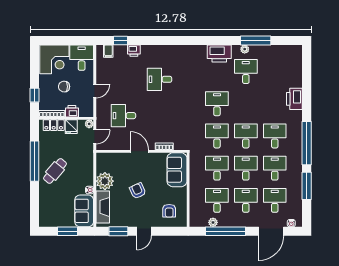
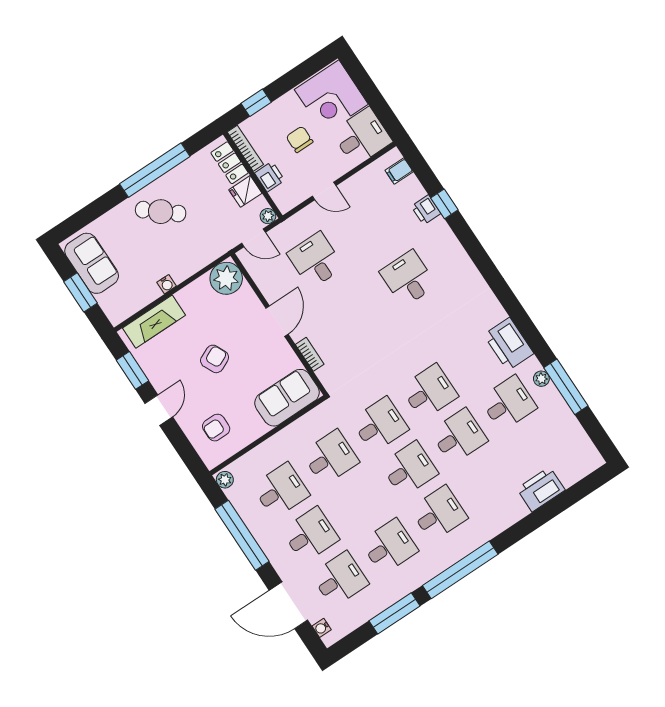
window: (121, 41) -> (444, 204), moved
printer: (294, 99) -> (541, 489), moved
desk: (246, 168) -> (459, 436), moved
plant: (105, 181) -> (226, 278), moved
sofa: (84, 211) -> (92, 263), moved, turned 90
plant: (213, 222) -> (225, 480), moved
door: (144, 231) -> (159, 410), swing flipped

